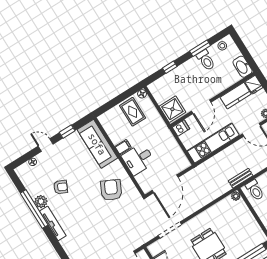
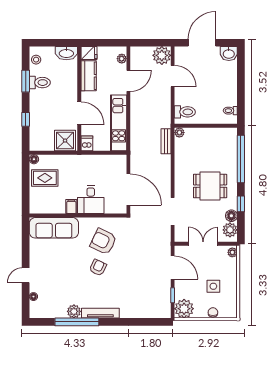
window: (67, 132) -> (26, 248), removed
bench: (241, 178) -> (166, 141), moved
armchair: (61, 187) -> (98, 268), moved

